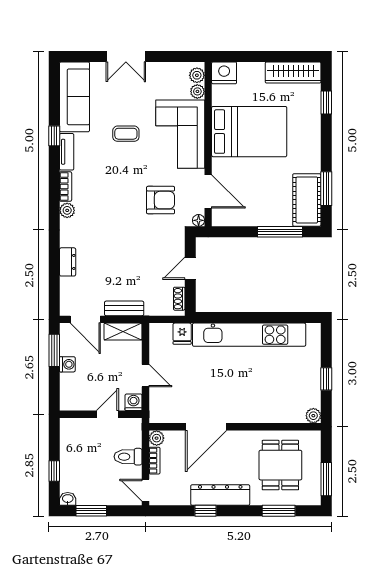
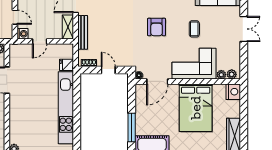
double door: (126, 56) -> (244, 29), swing flipped
armchair: (161, 200) -> (157, 27), moved
bench: (124, 308) -> (83, 32), width x1.36

